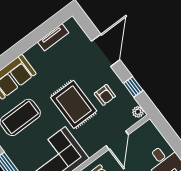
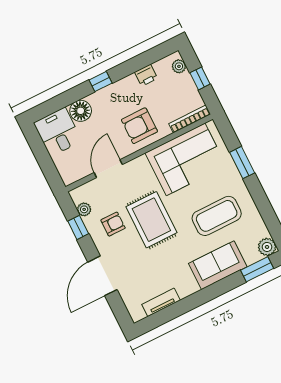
armchair: (105, 95) -> (113, 224), turned 90
plant: (138, 112) -> (84, 209), moved

